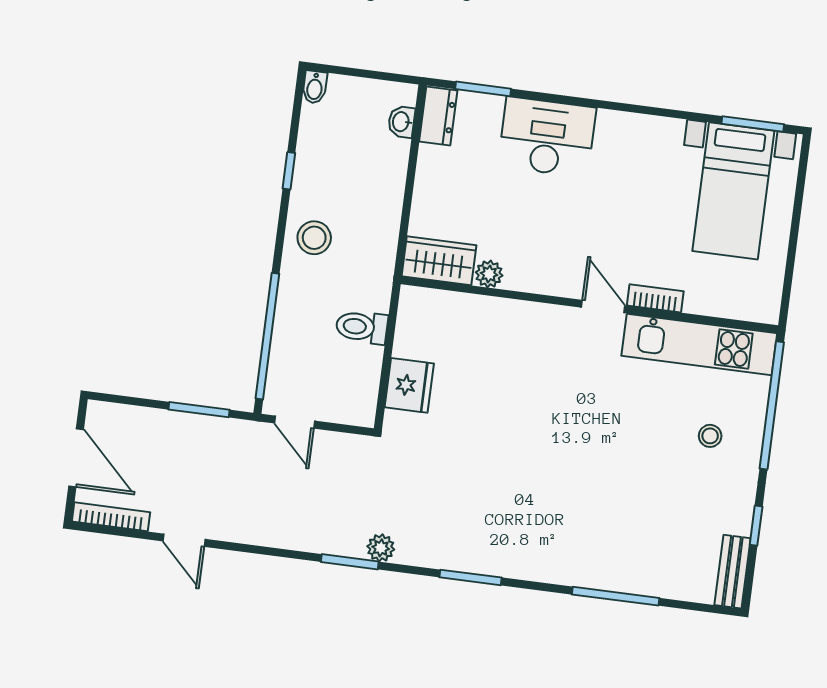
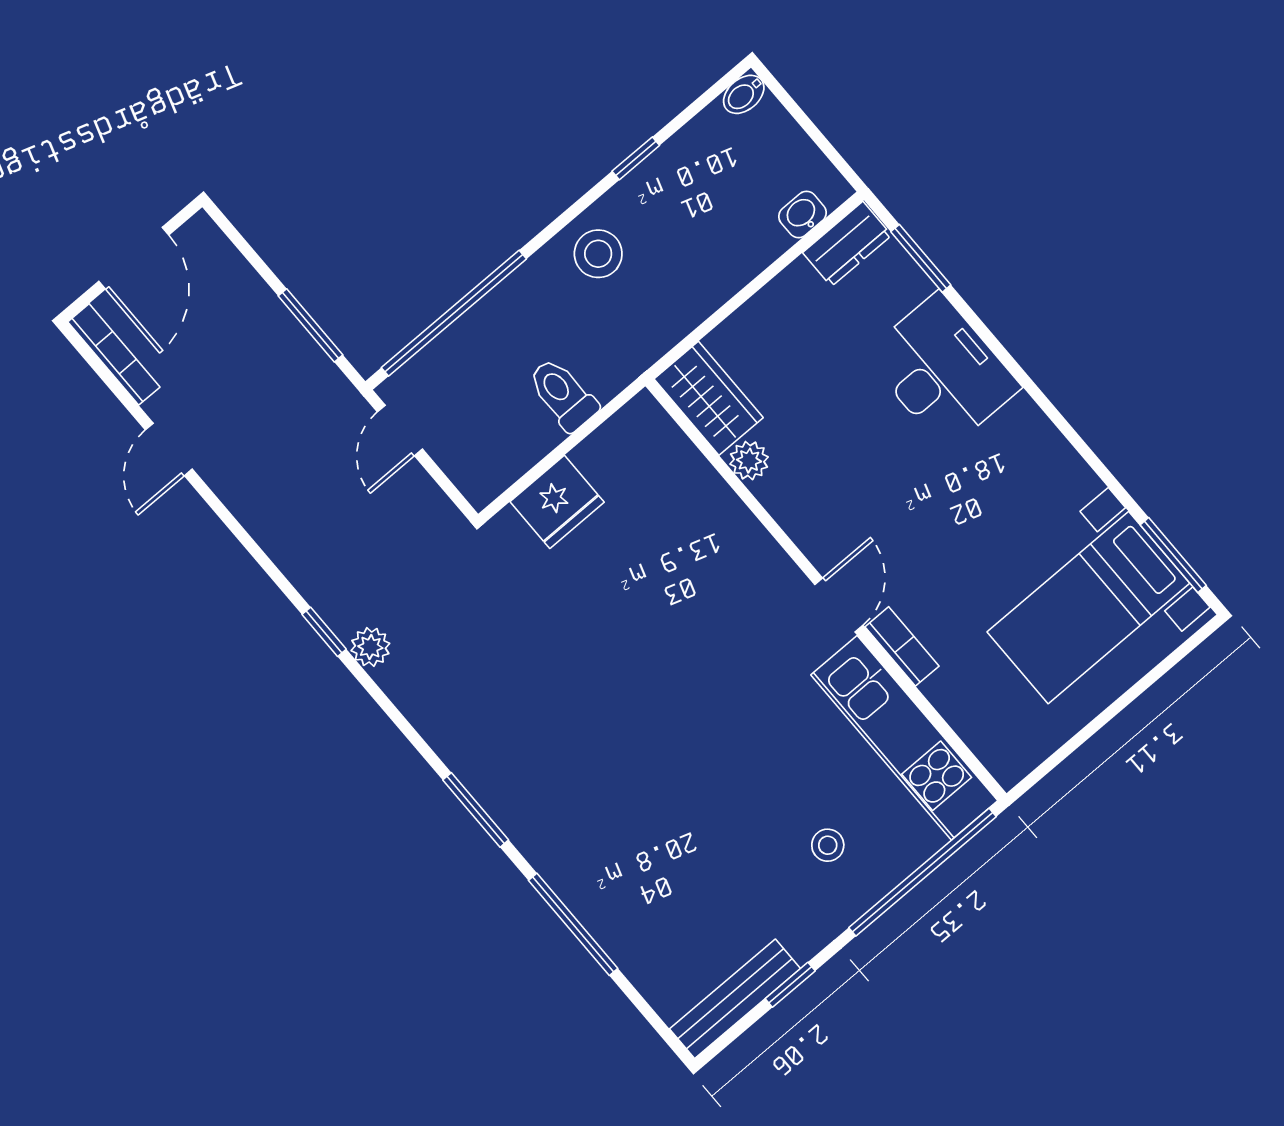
window: (350, 562) -> (324, 632), width x0.67
bench: (732, 572) -> (735, 999), width x1.36
window: (471, 577) -> (476, 810), moved

